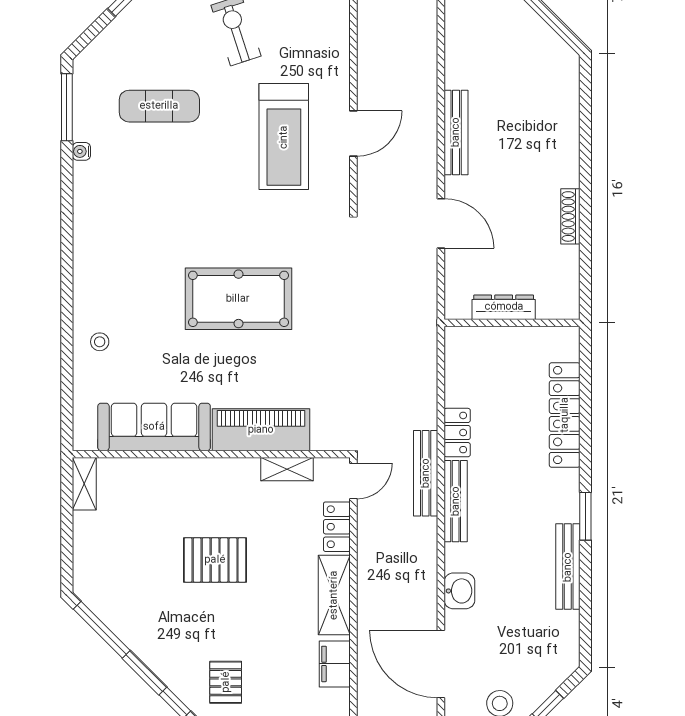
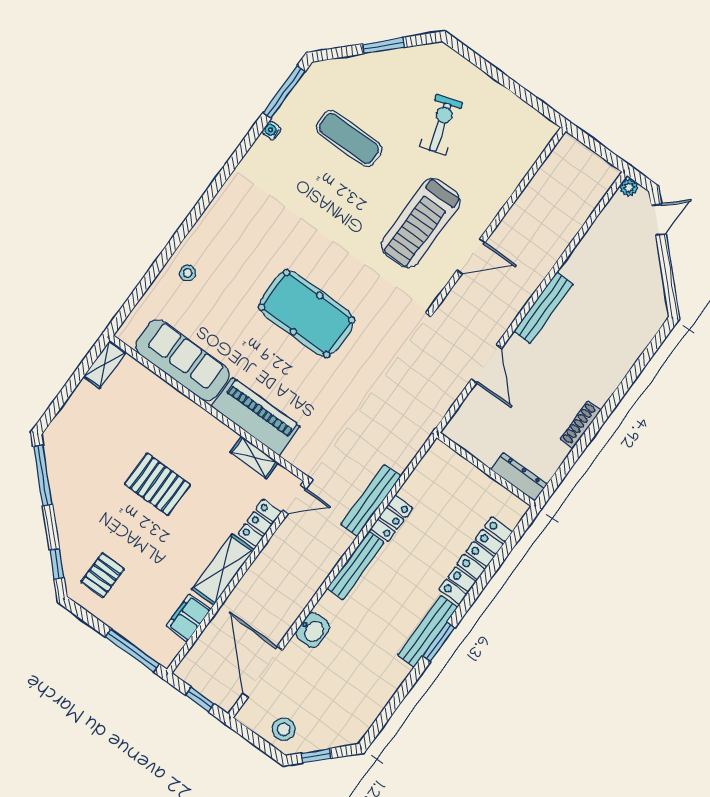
dresser: (504, 307) -> (519, 477), moved
bench: (426, 473) -> (371, 500), moved
bench: (568, 567) -> (428, 631), moved

